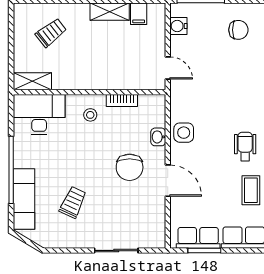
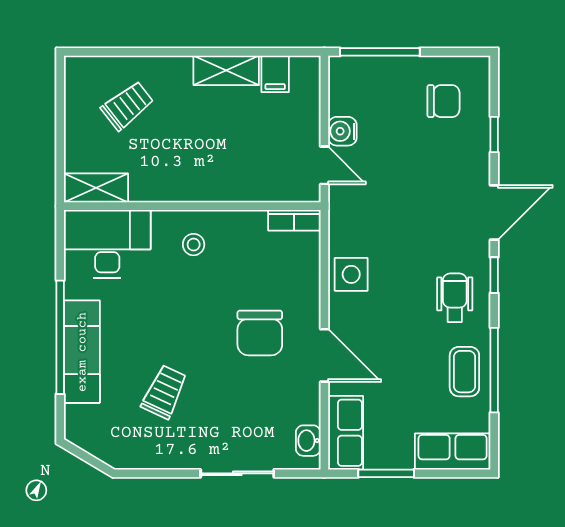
water cooler: (178, 26) -> (342, 131), moved
bookcase: (122, 101) -> (294, 220), moved
washbasin: (158, 137) -> (308, 441), moved
exam couch: (24, 199) -> (82, 352), moved
row of seats: (198, 238) -> (346, 433), moved, turned 90

